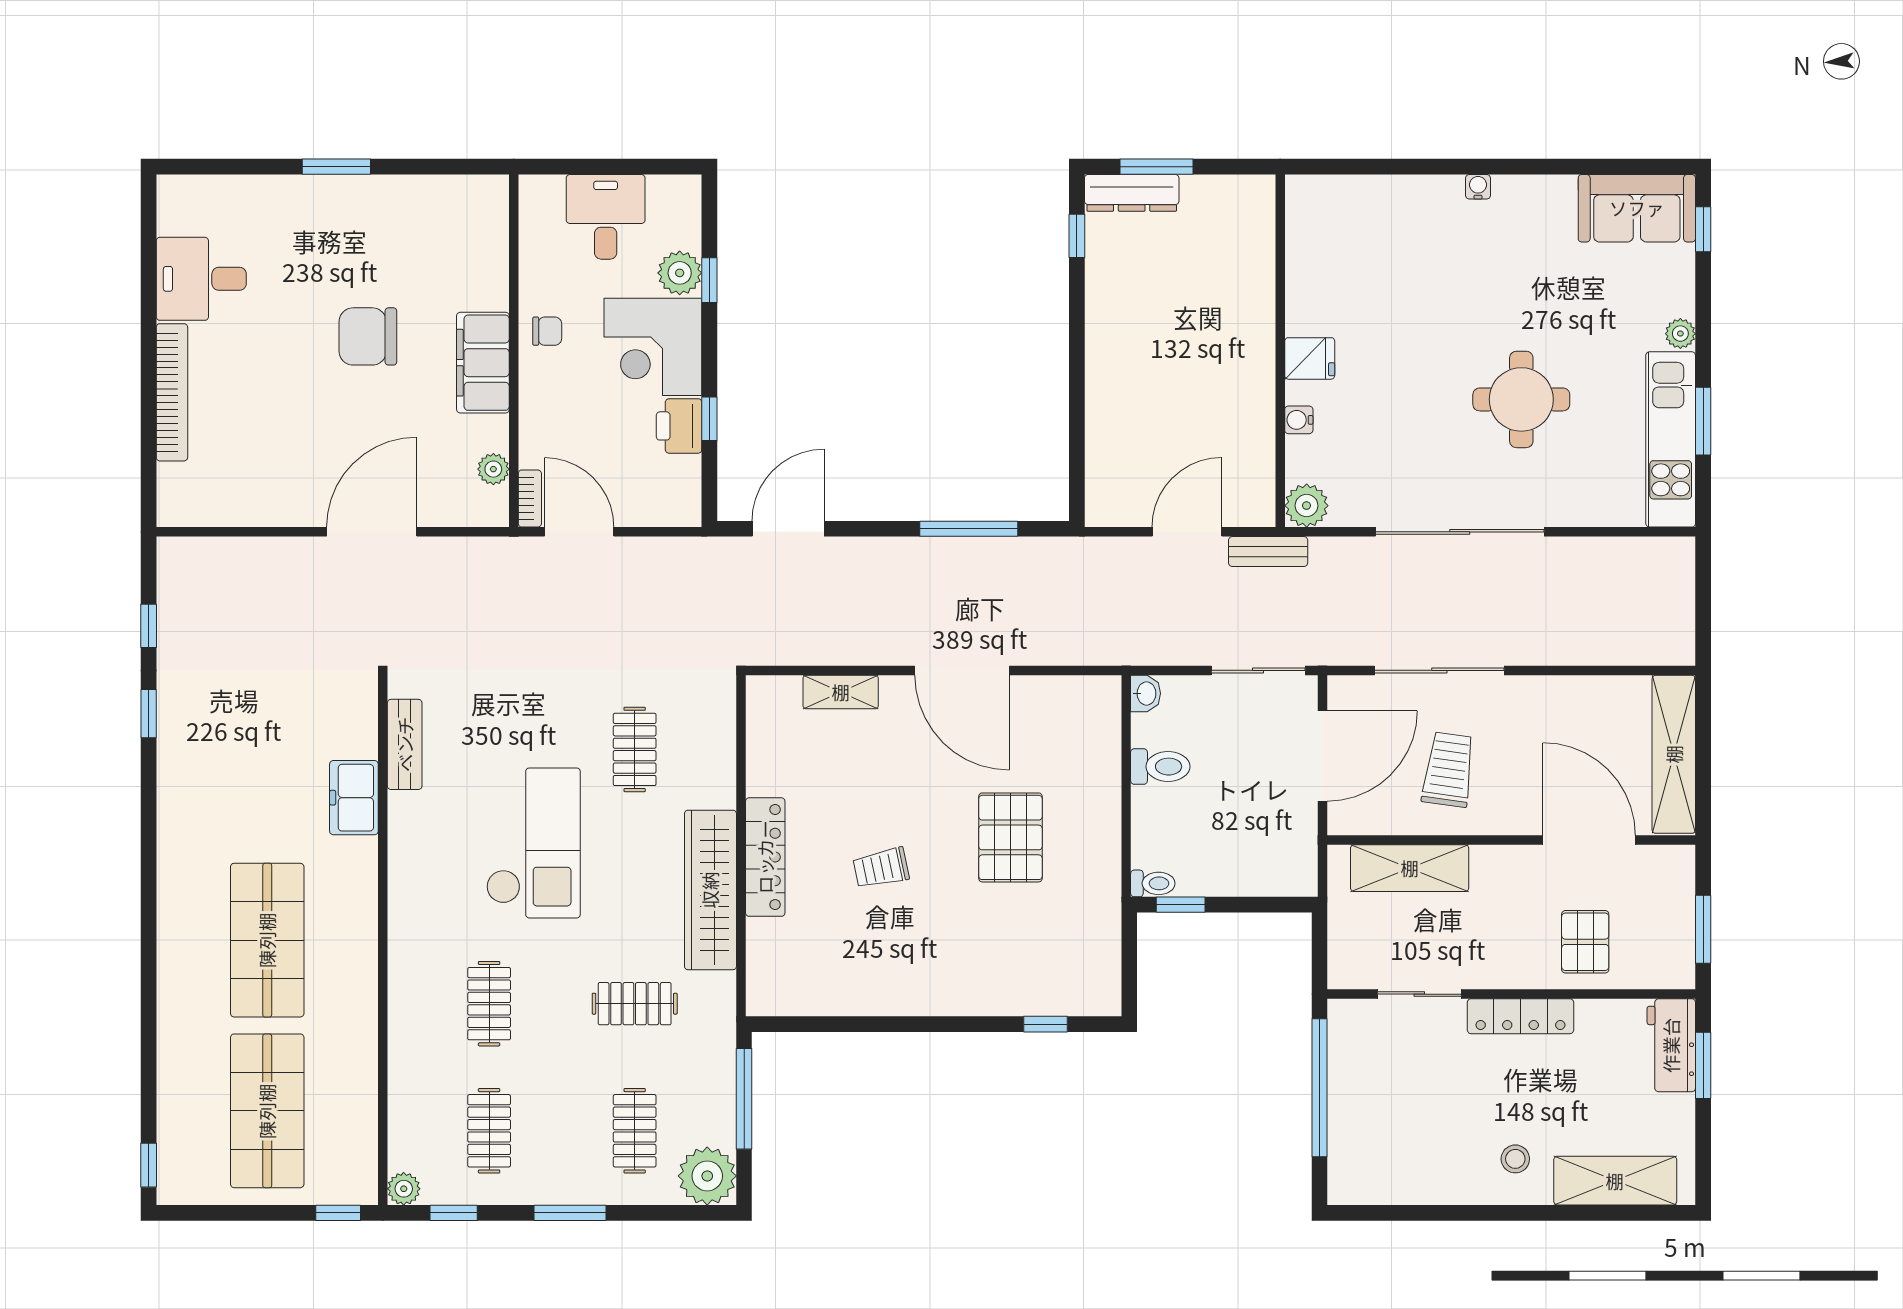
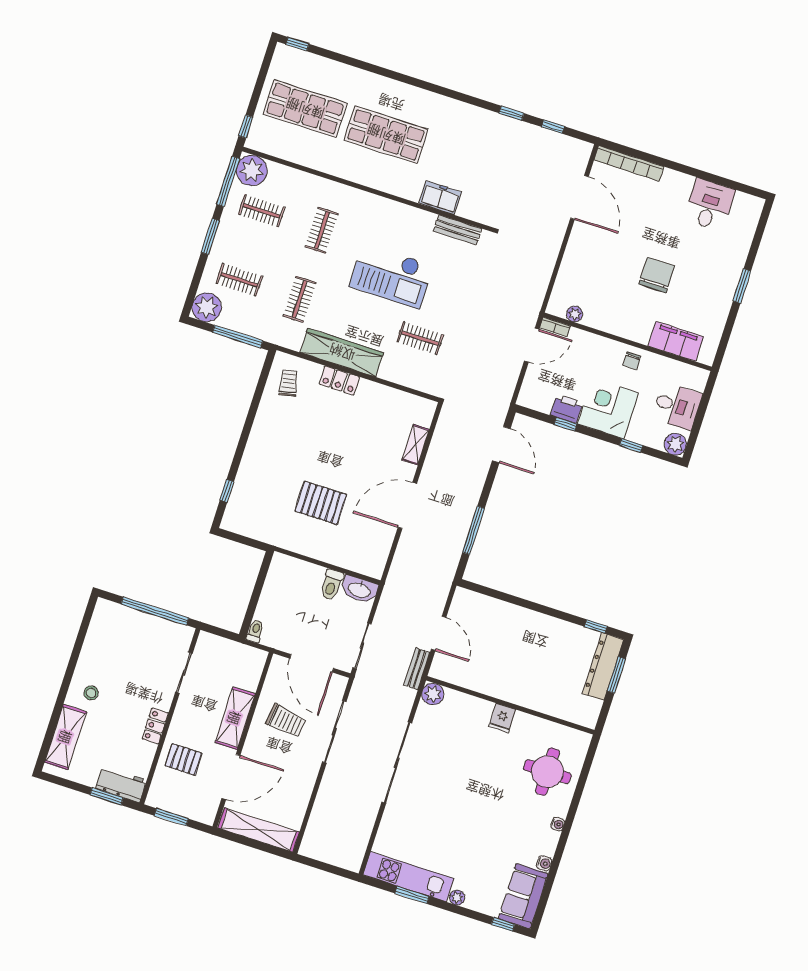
dresser: (1132, 193) -> (603, 667), width x1.37, depth x1.24
plant: (680, 273) -> (675, 444), moved
filing cabinet: (483, 363) -> (676, 341), moved
bookcase: (172, 392) -> (629, 163), moved
round table: (1521, 399) -> (547, 772), moved
water cooler: (1299, 420) -> (544, 863), moved, turned 90
door: (372, 532) -> (579, 197), moved
washbasin: (1146, 693) -> (359, 590), width x1.91, depth x1.45
locker: (765, 857) -> (339, 380), width x0.66
trolley: (881, 868) -> (289, 383), moved
shelving: (1410, 868) -> (235, 718), moved
toilet: (1153, 883) -> (255, 631), moved, turned 180
window: (1181, 905) -> (263, 573), removed
clothes rail: (489, 1004) -> (322, 230), turned 90
locker: (1520, 1016) -> (155, 726), width x0.66
plant: (404, 1189) -> (252, 170), width x1.87, depth x1.87
window: (454, 1213) -> (228, 181), width x2.17

